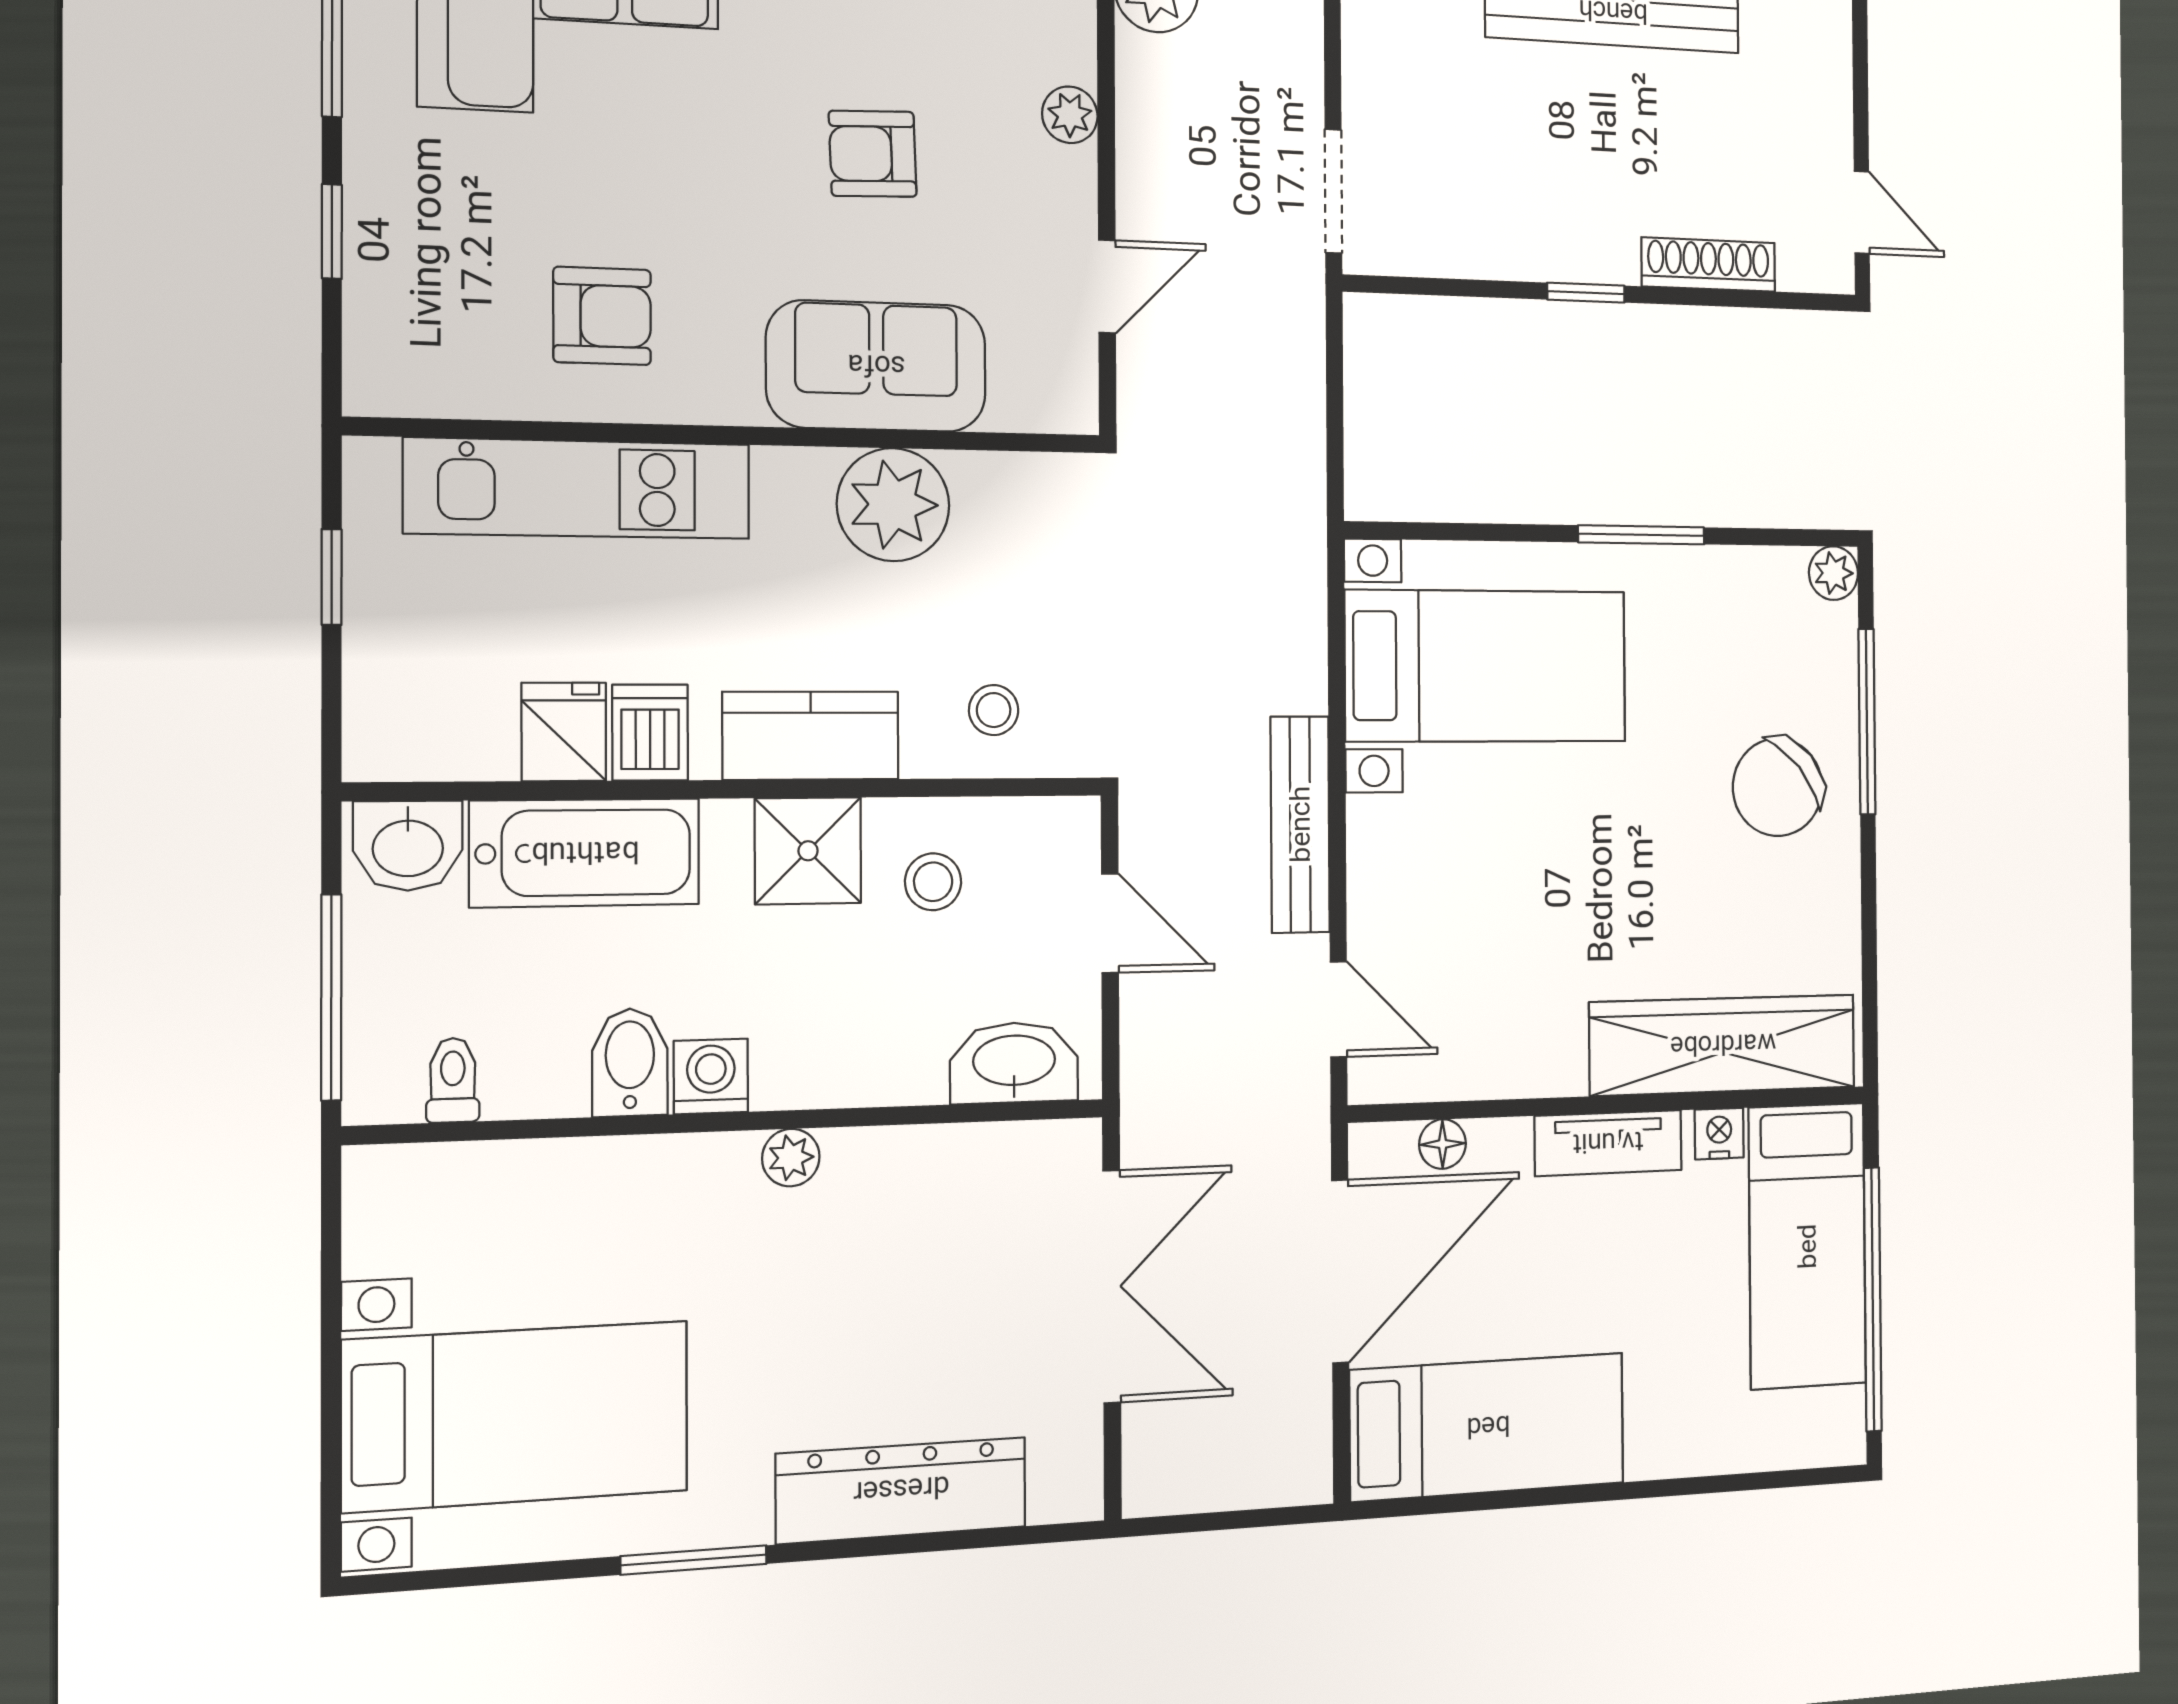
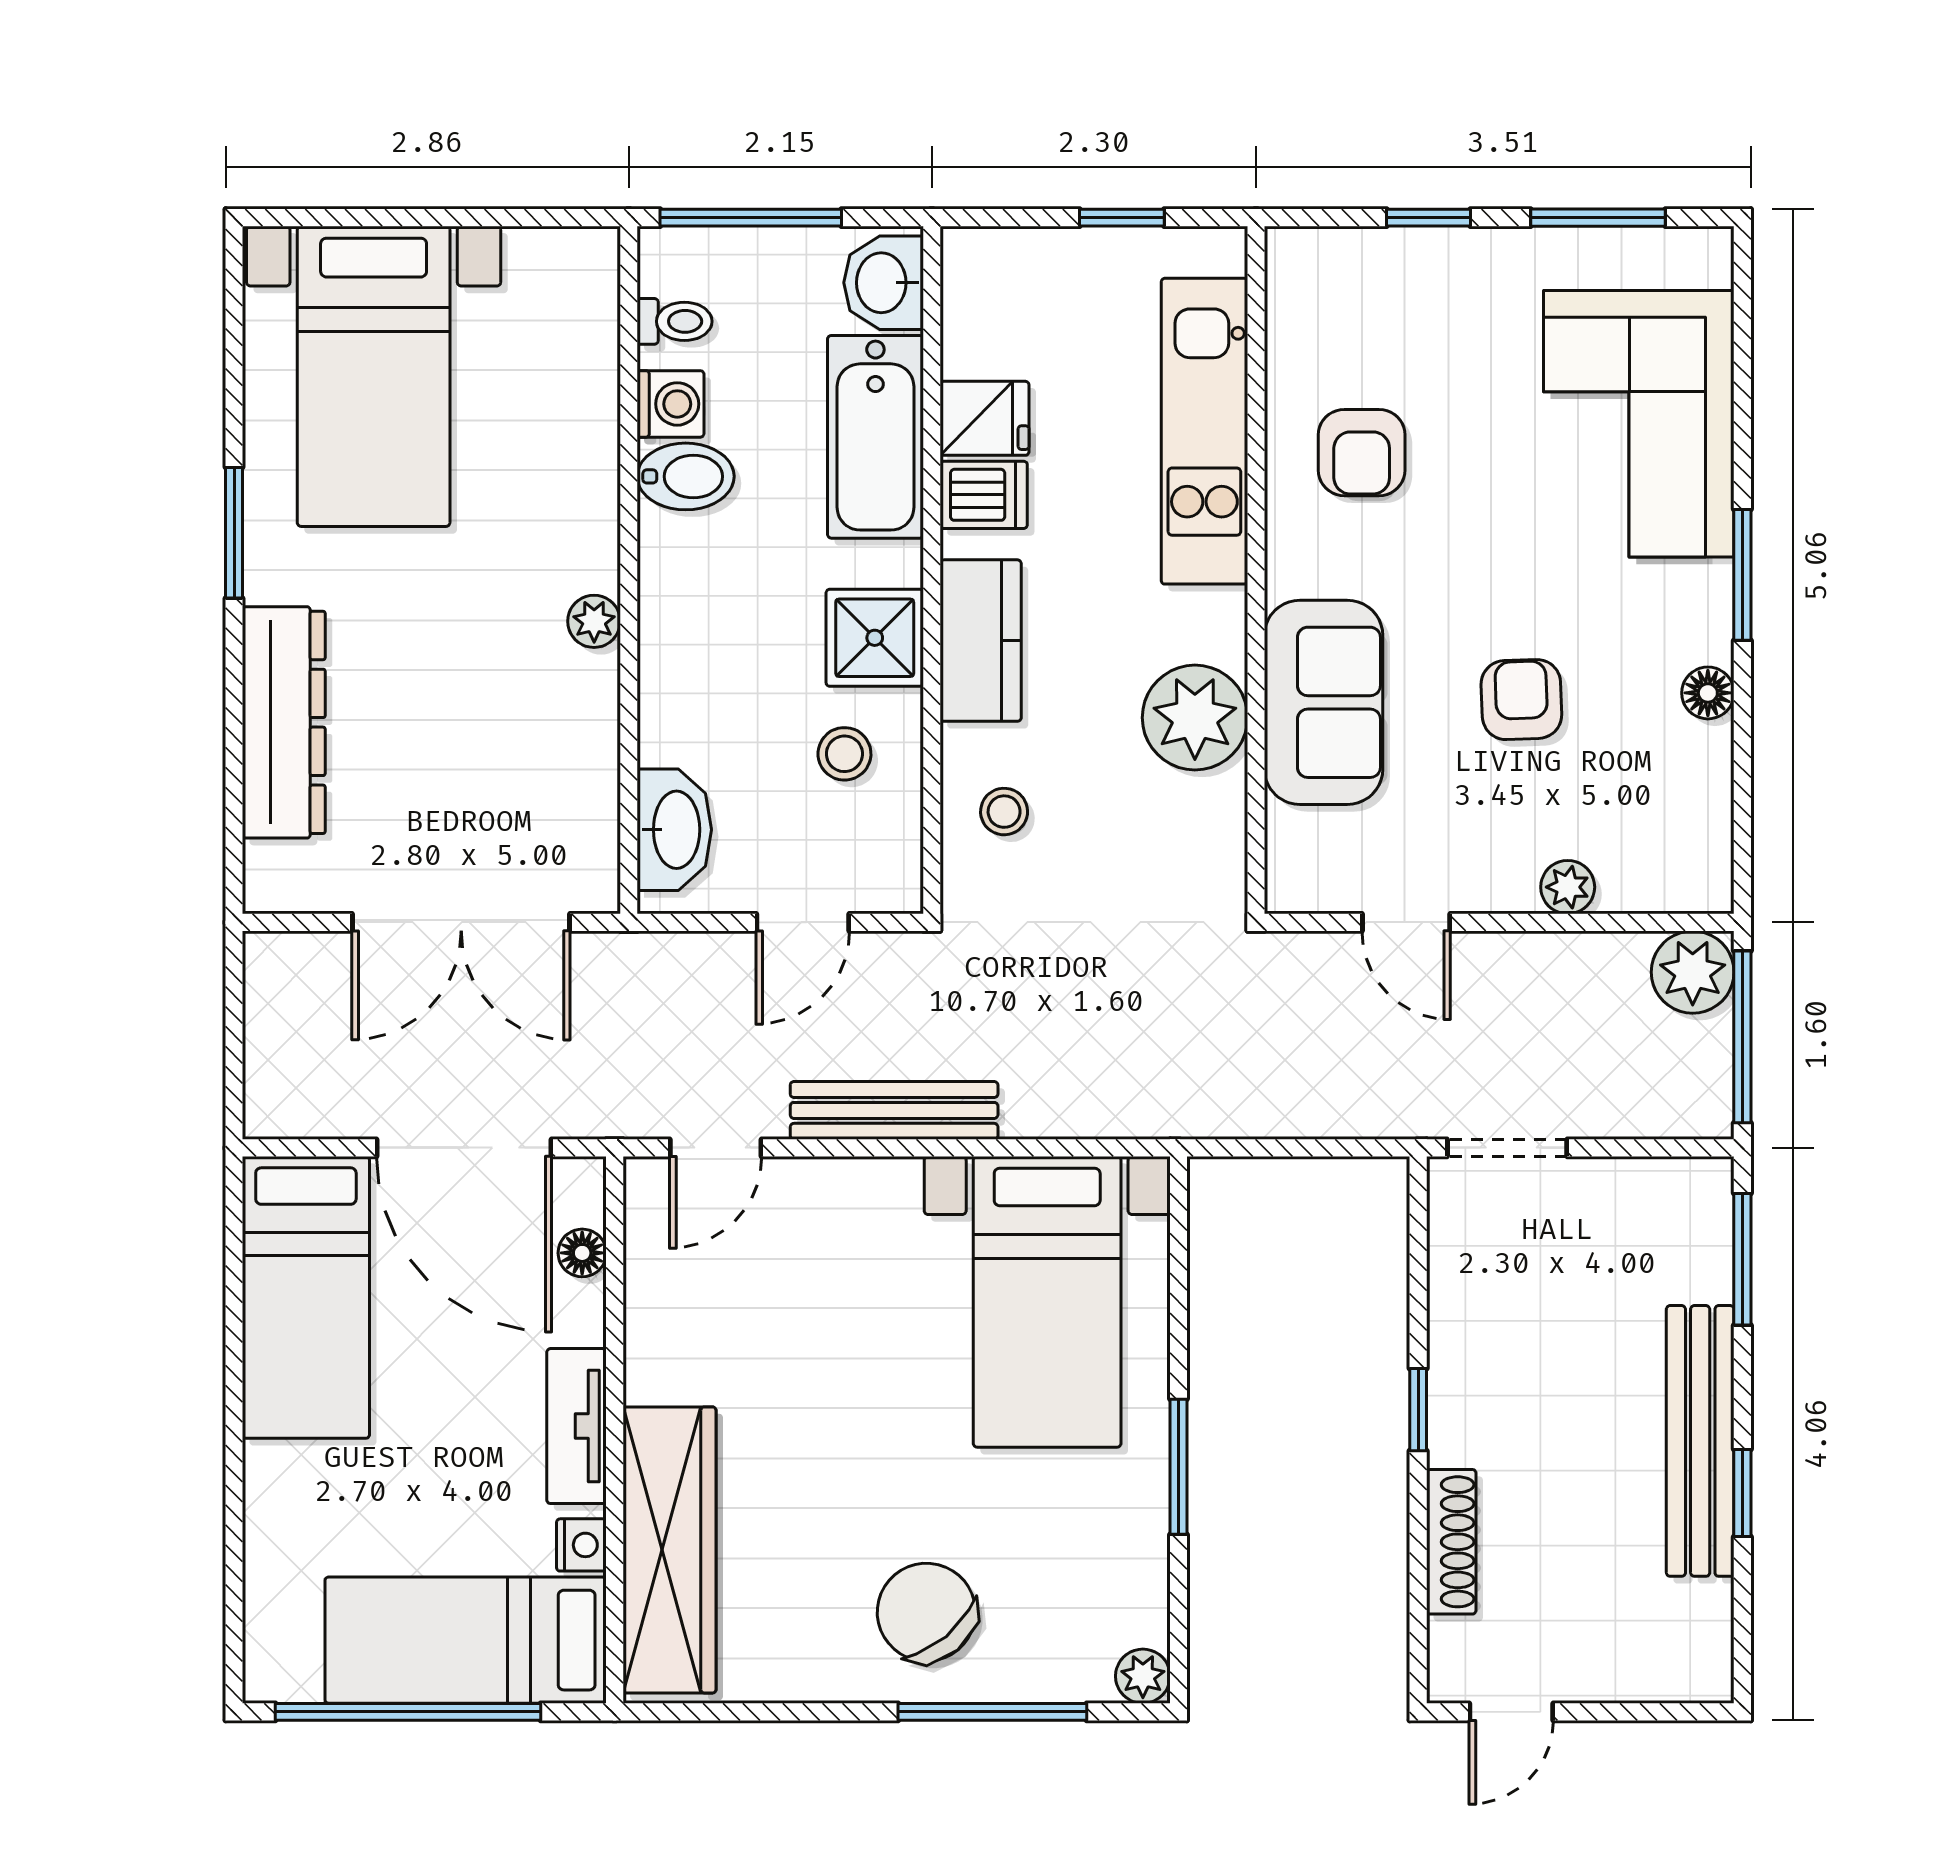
washing machine: (711, 1076) -> (671, 404), moved

